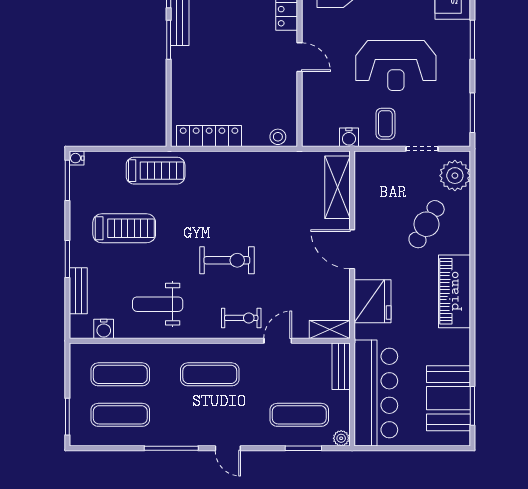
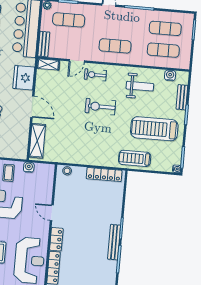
treadmill: (124, 228) -> (154, 129), width x1.37, depth x1.38

